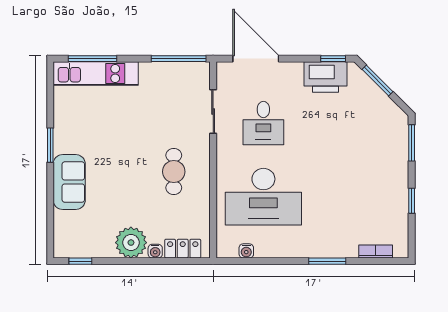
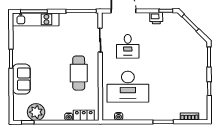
printer: (326, 77) -> (156, 18), width x0.53, depth x0.68
cafe table: (174, 172) -> (79, 73), width x1.37, depth x1.35
plant: (131, 243) -> (36, 112), moved

